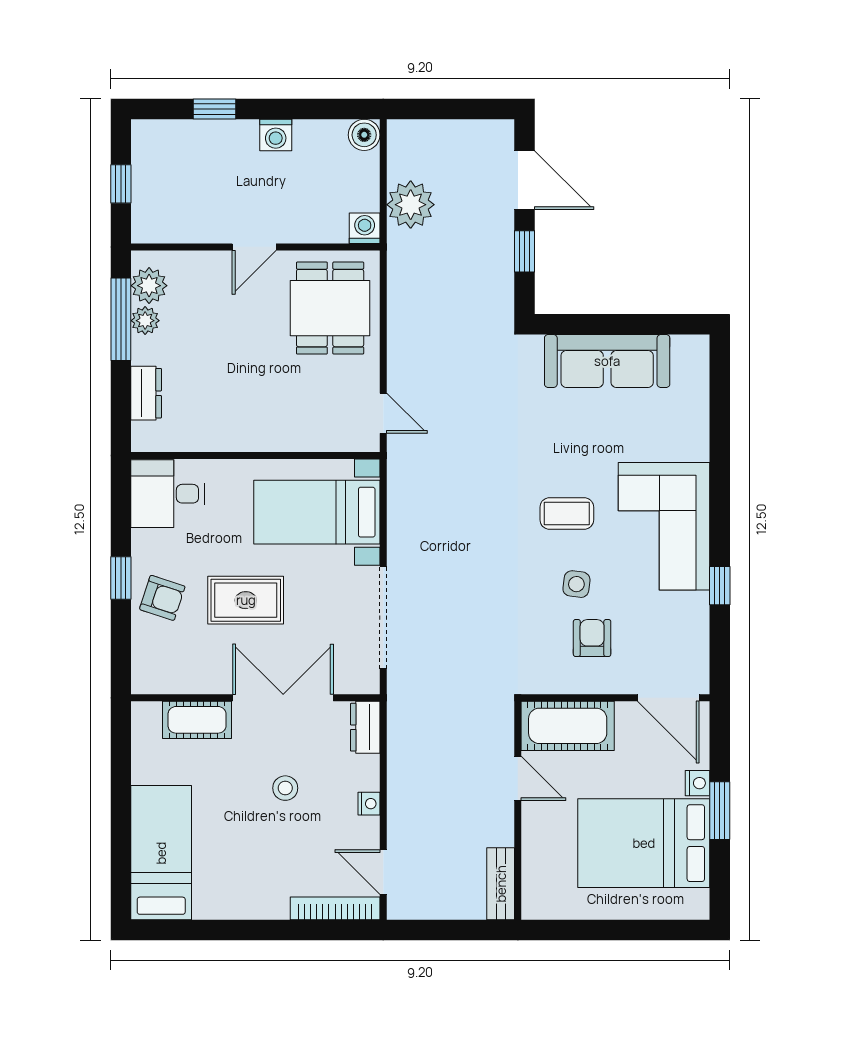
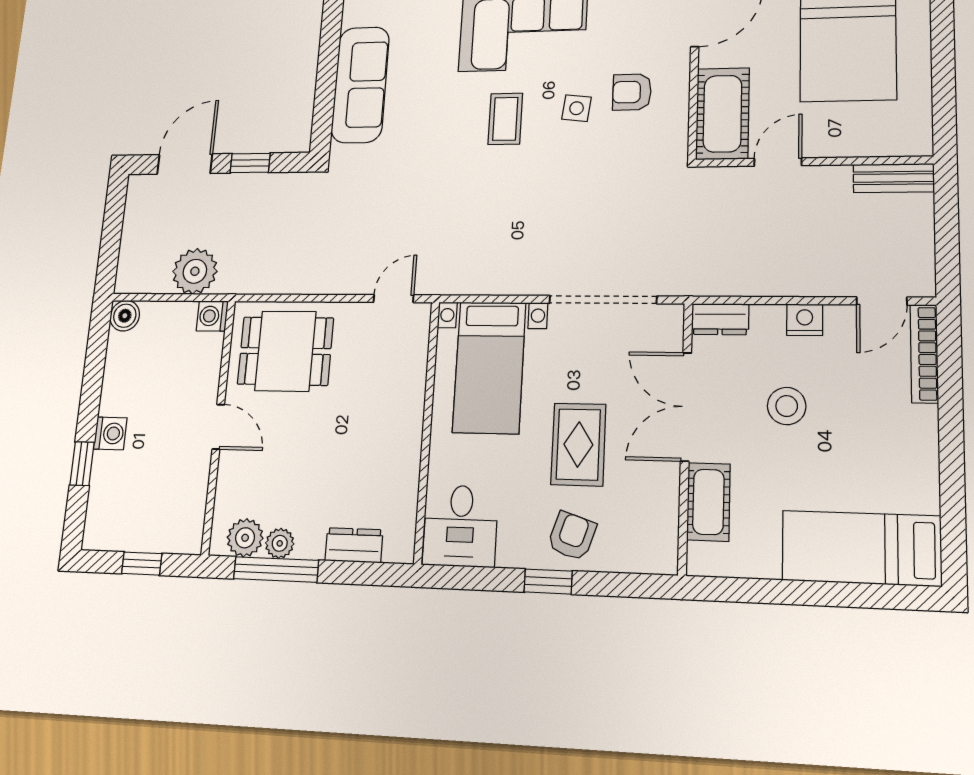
washing machine: (276, 135) -> (110, 433), moved
stool: (285, 788) -> (787, 406), width x1.37, depth x1.37
nightstand: (369, 804) -> (805, 320), width x1.39, depth x1.35

